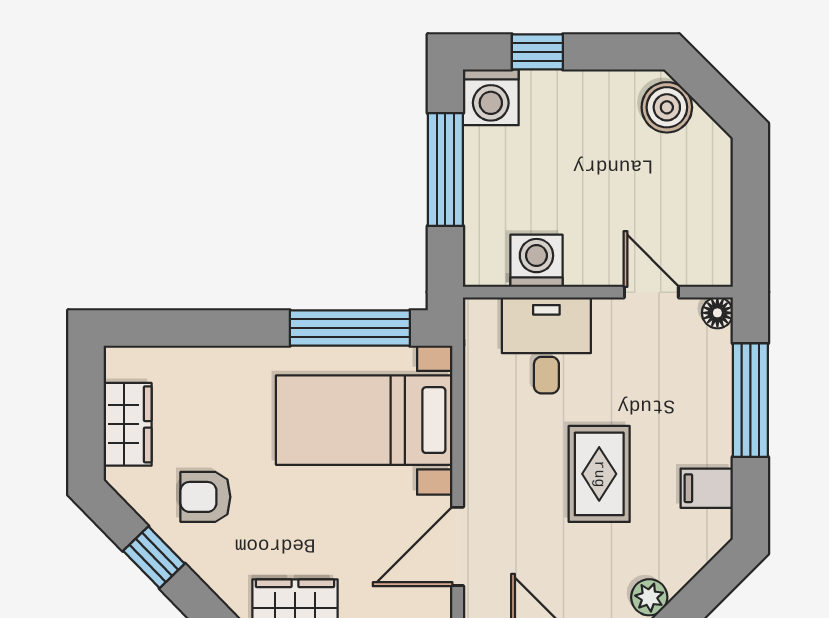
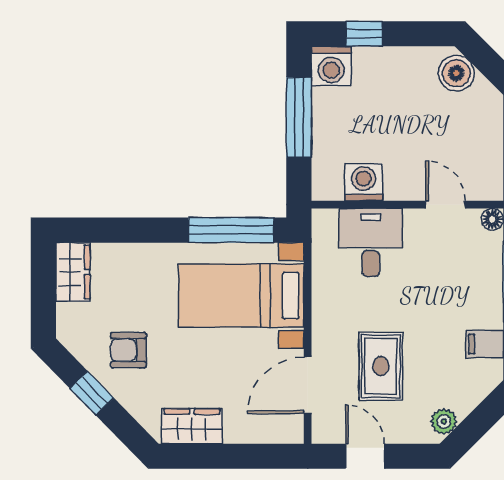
wardrobe: (128, 424) -> (73, 272), moved
rug: (599, 474) -> (381, 366), moved

